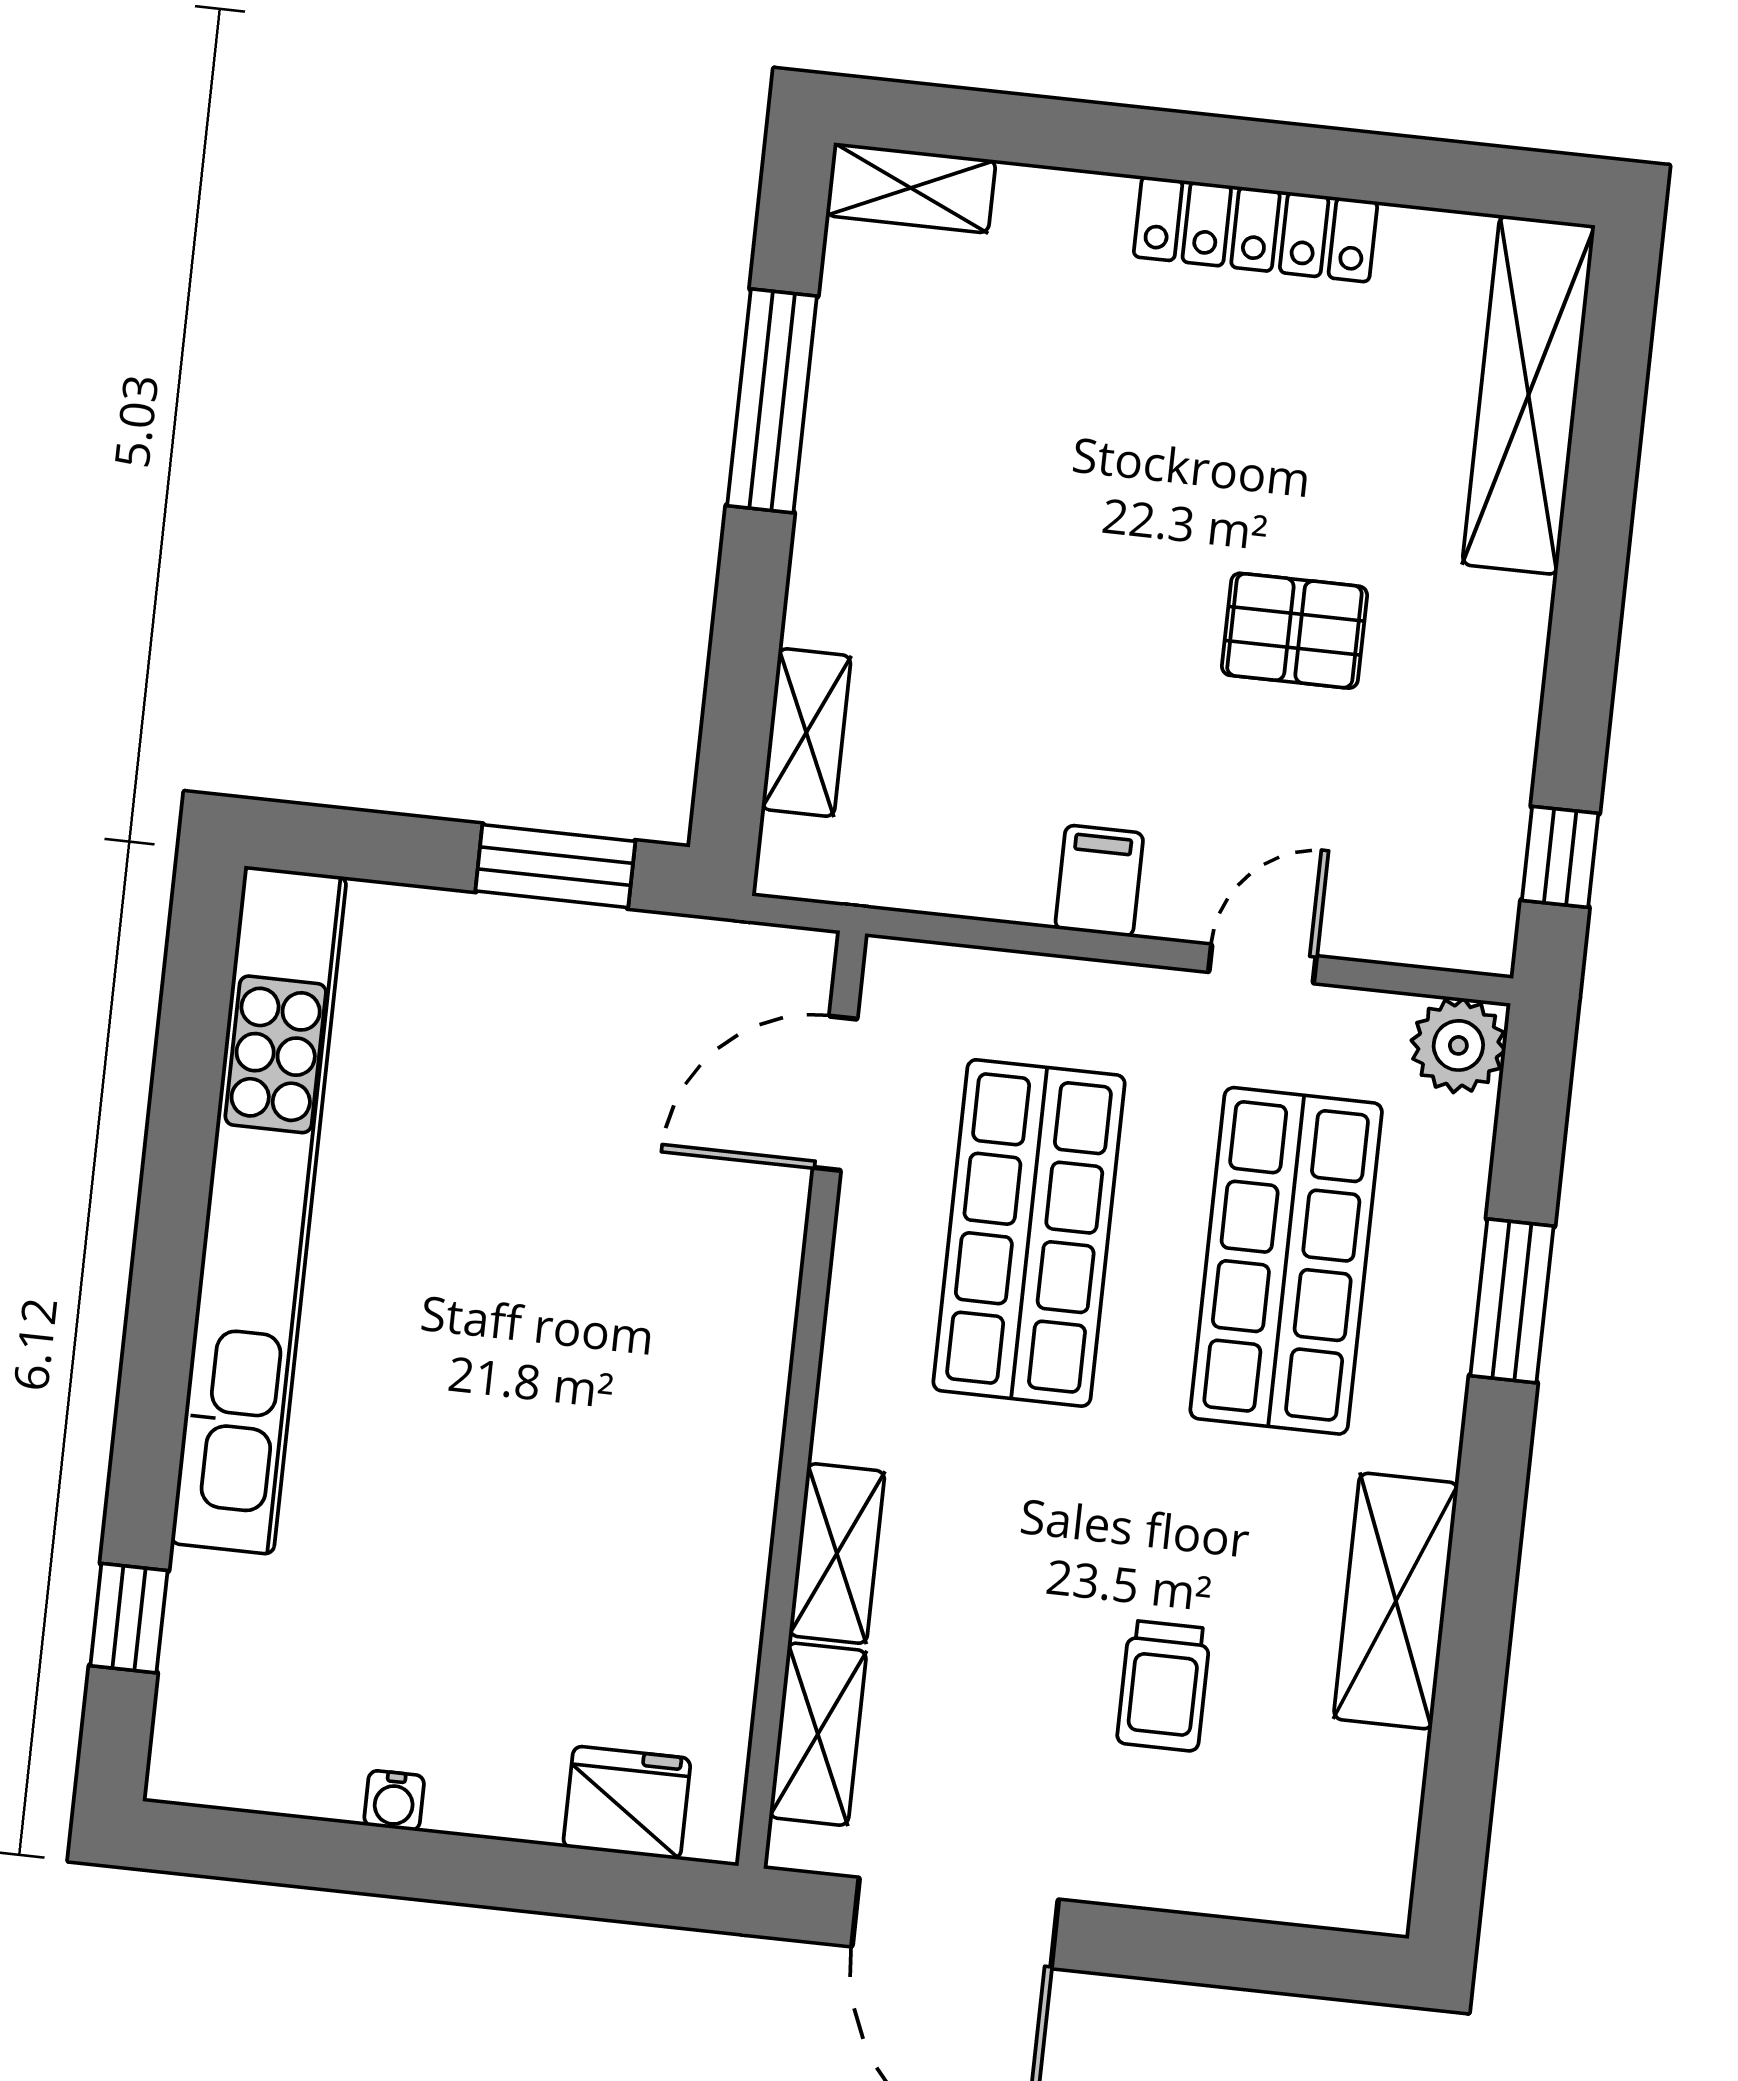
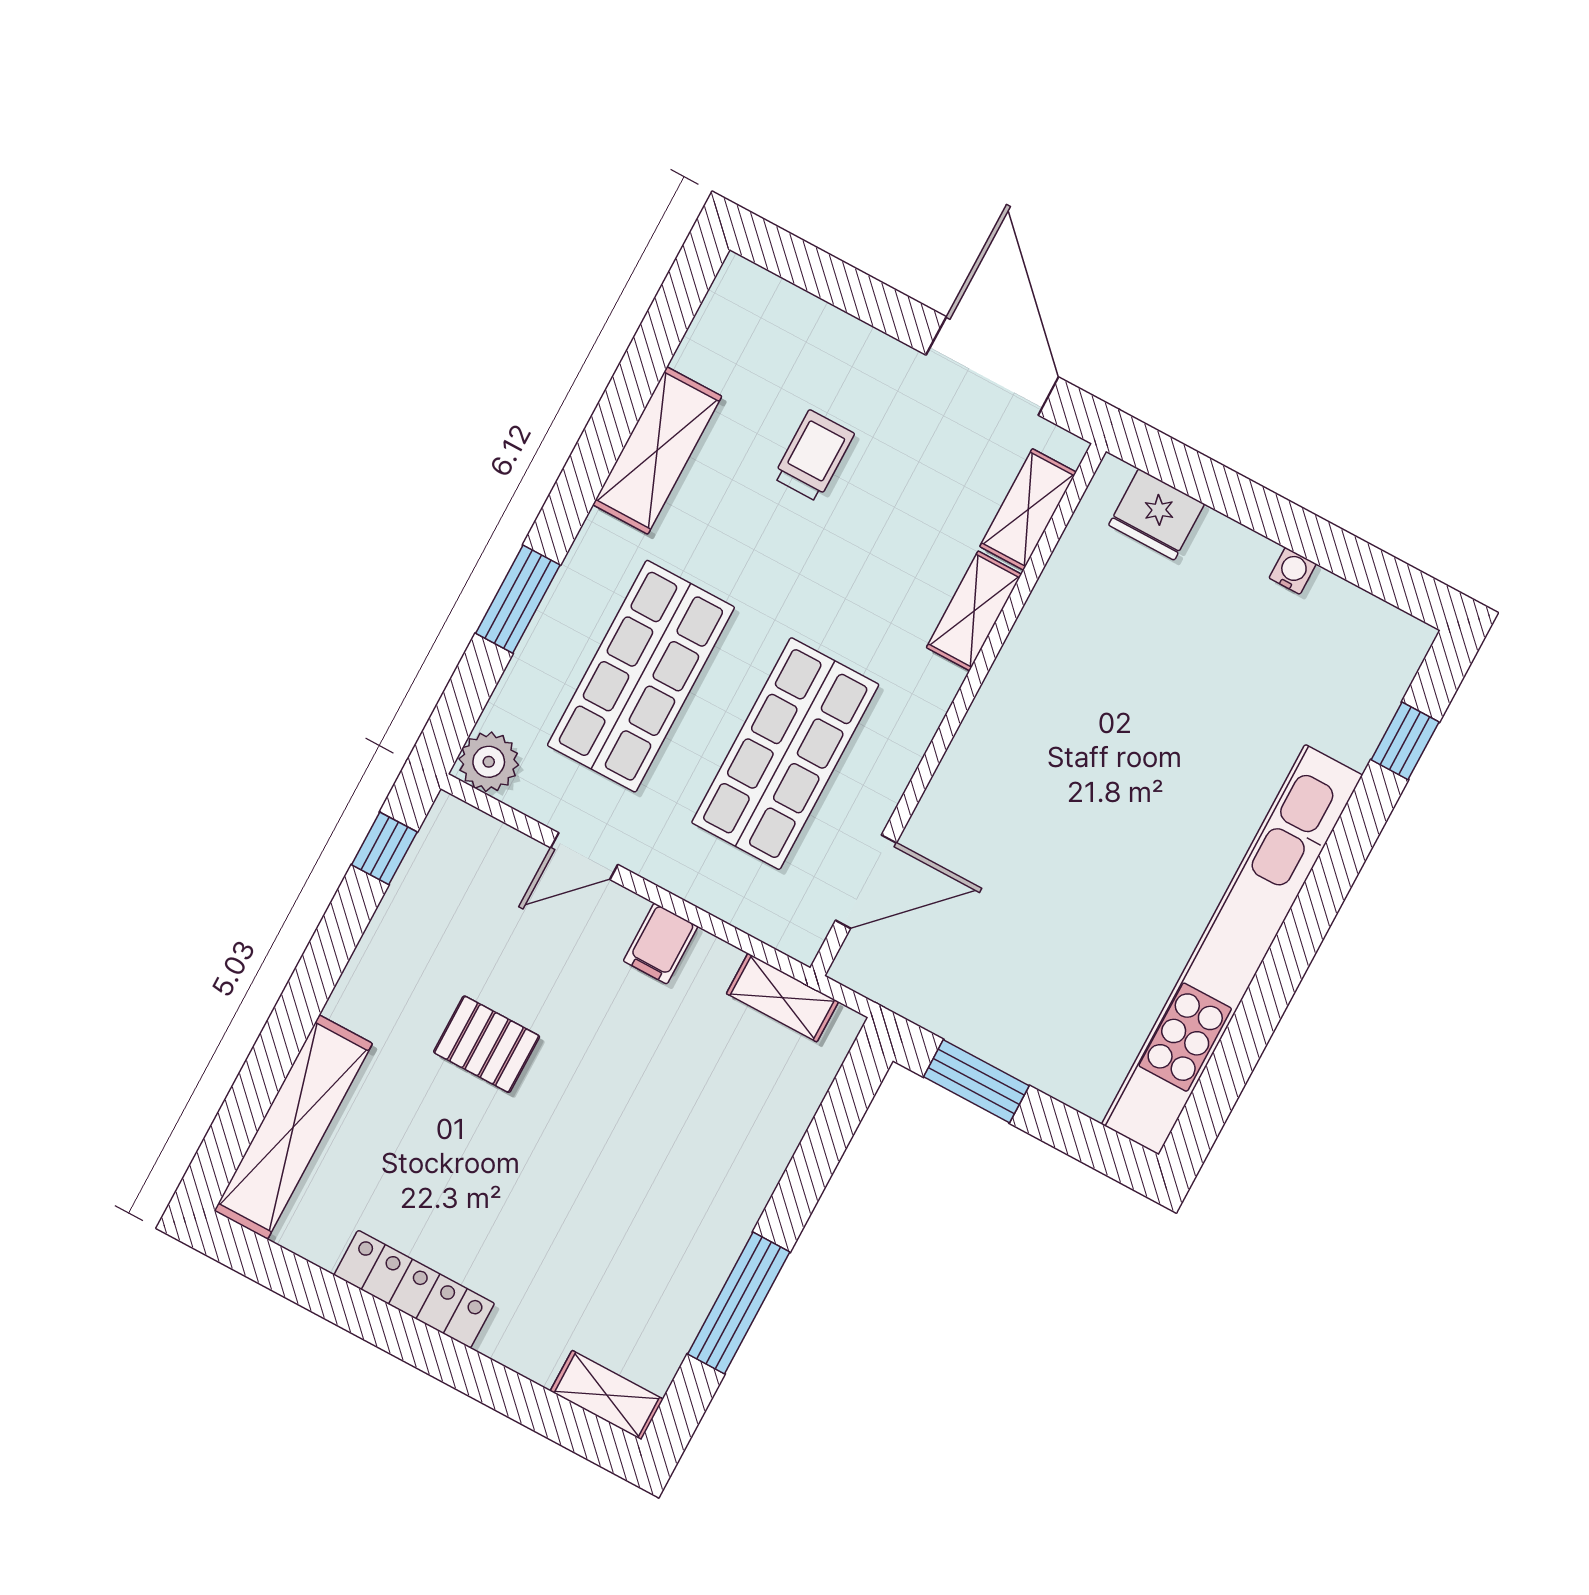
shelving: (806, 733) -> (782, 998), moved, turned 90

